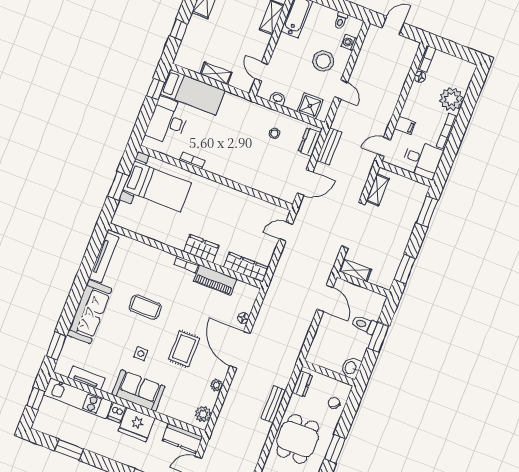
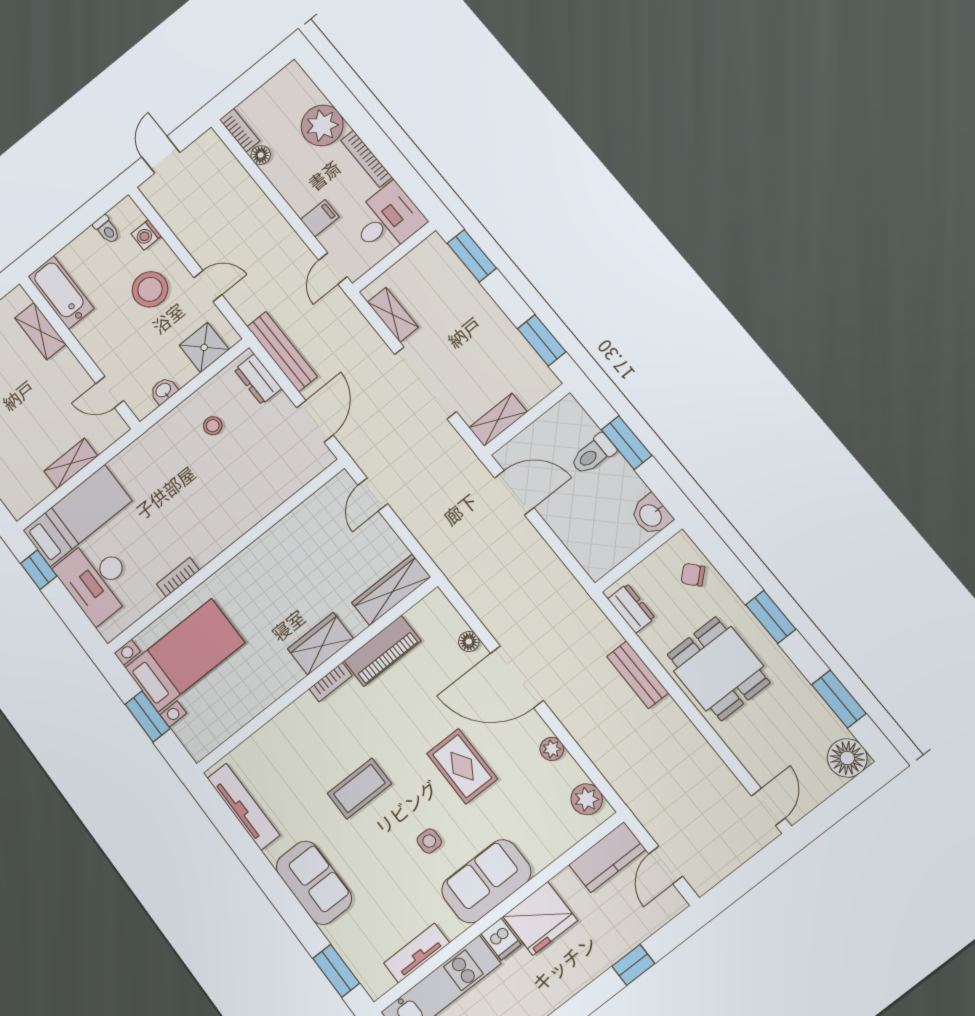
bench: (330, 146) -> (282, 352), width x1.36
sofa: (89, 312) -> (314, 883), width x0.73

